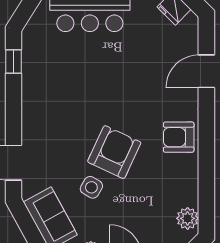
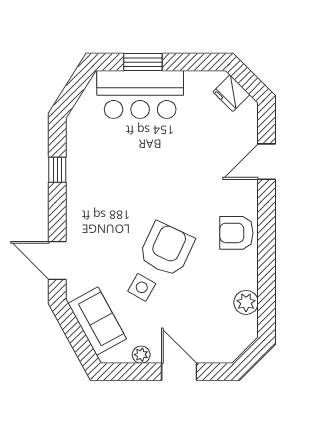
window: (13, 61) -> (57, 170), moved
plant: (188, 218) -> (246, 302), moved

